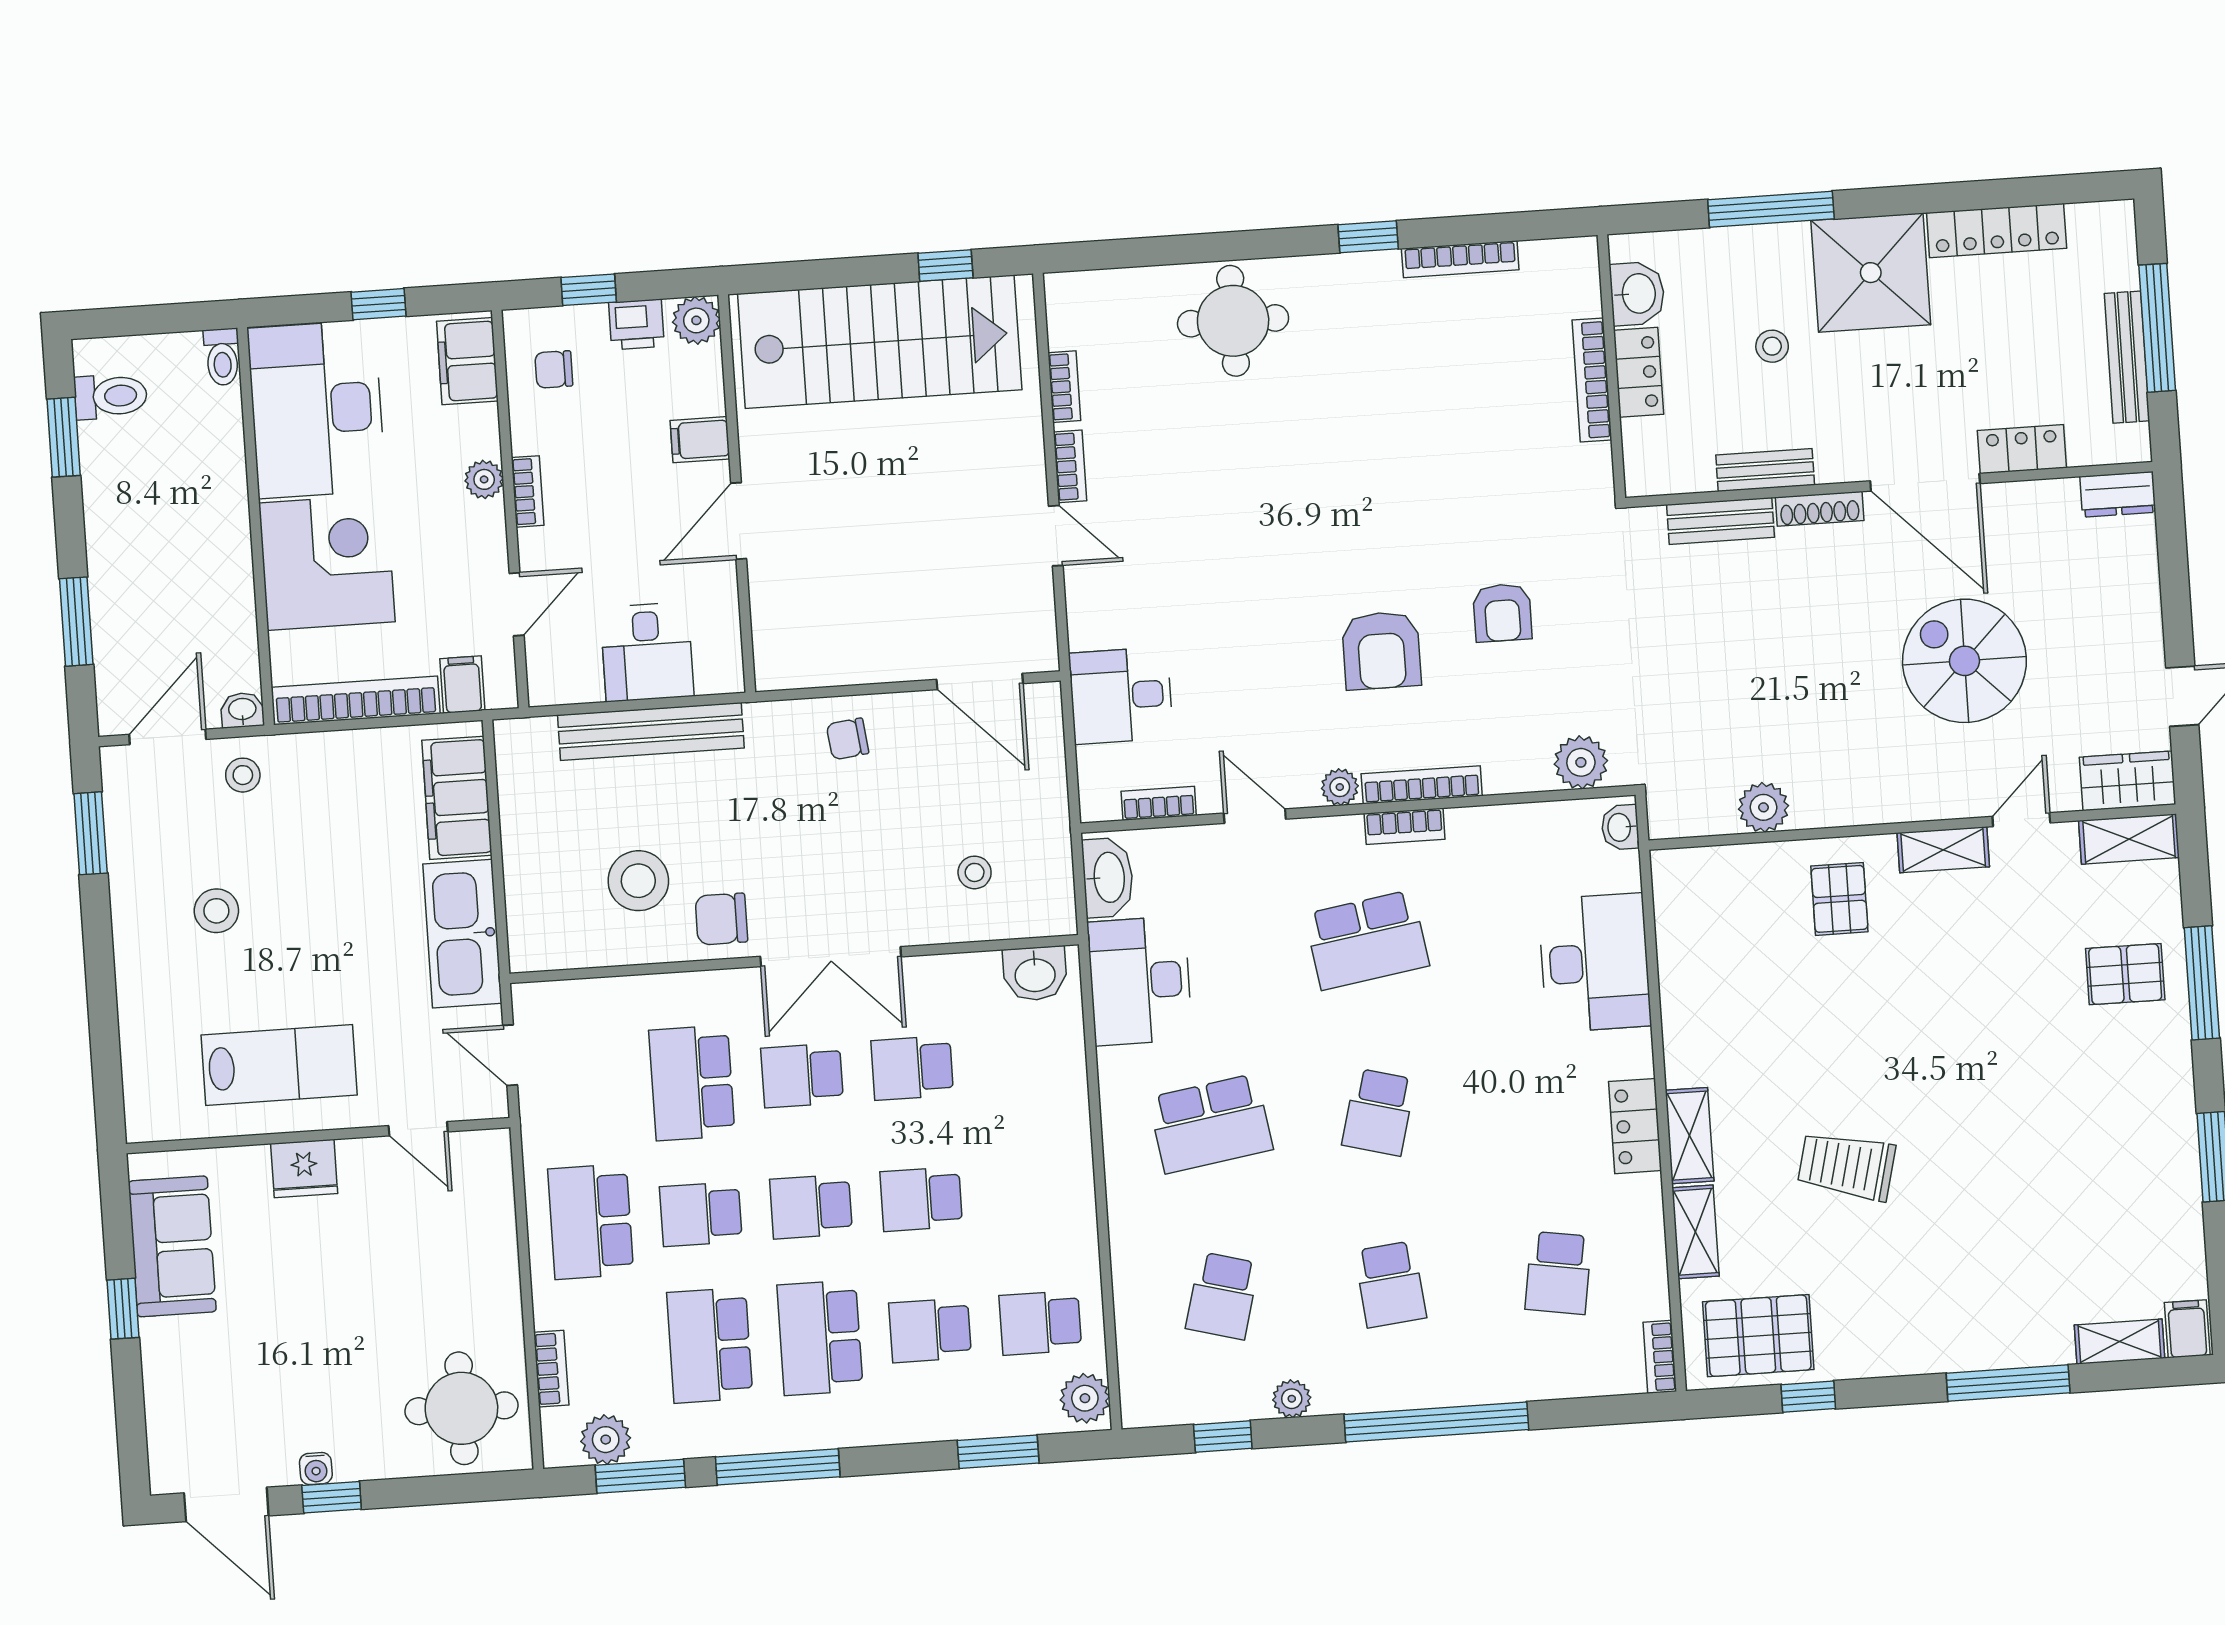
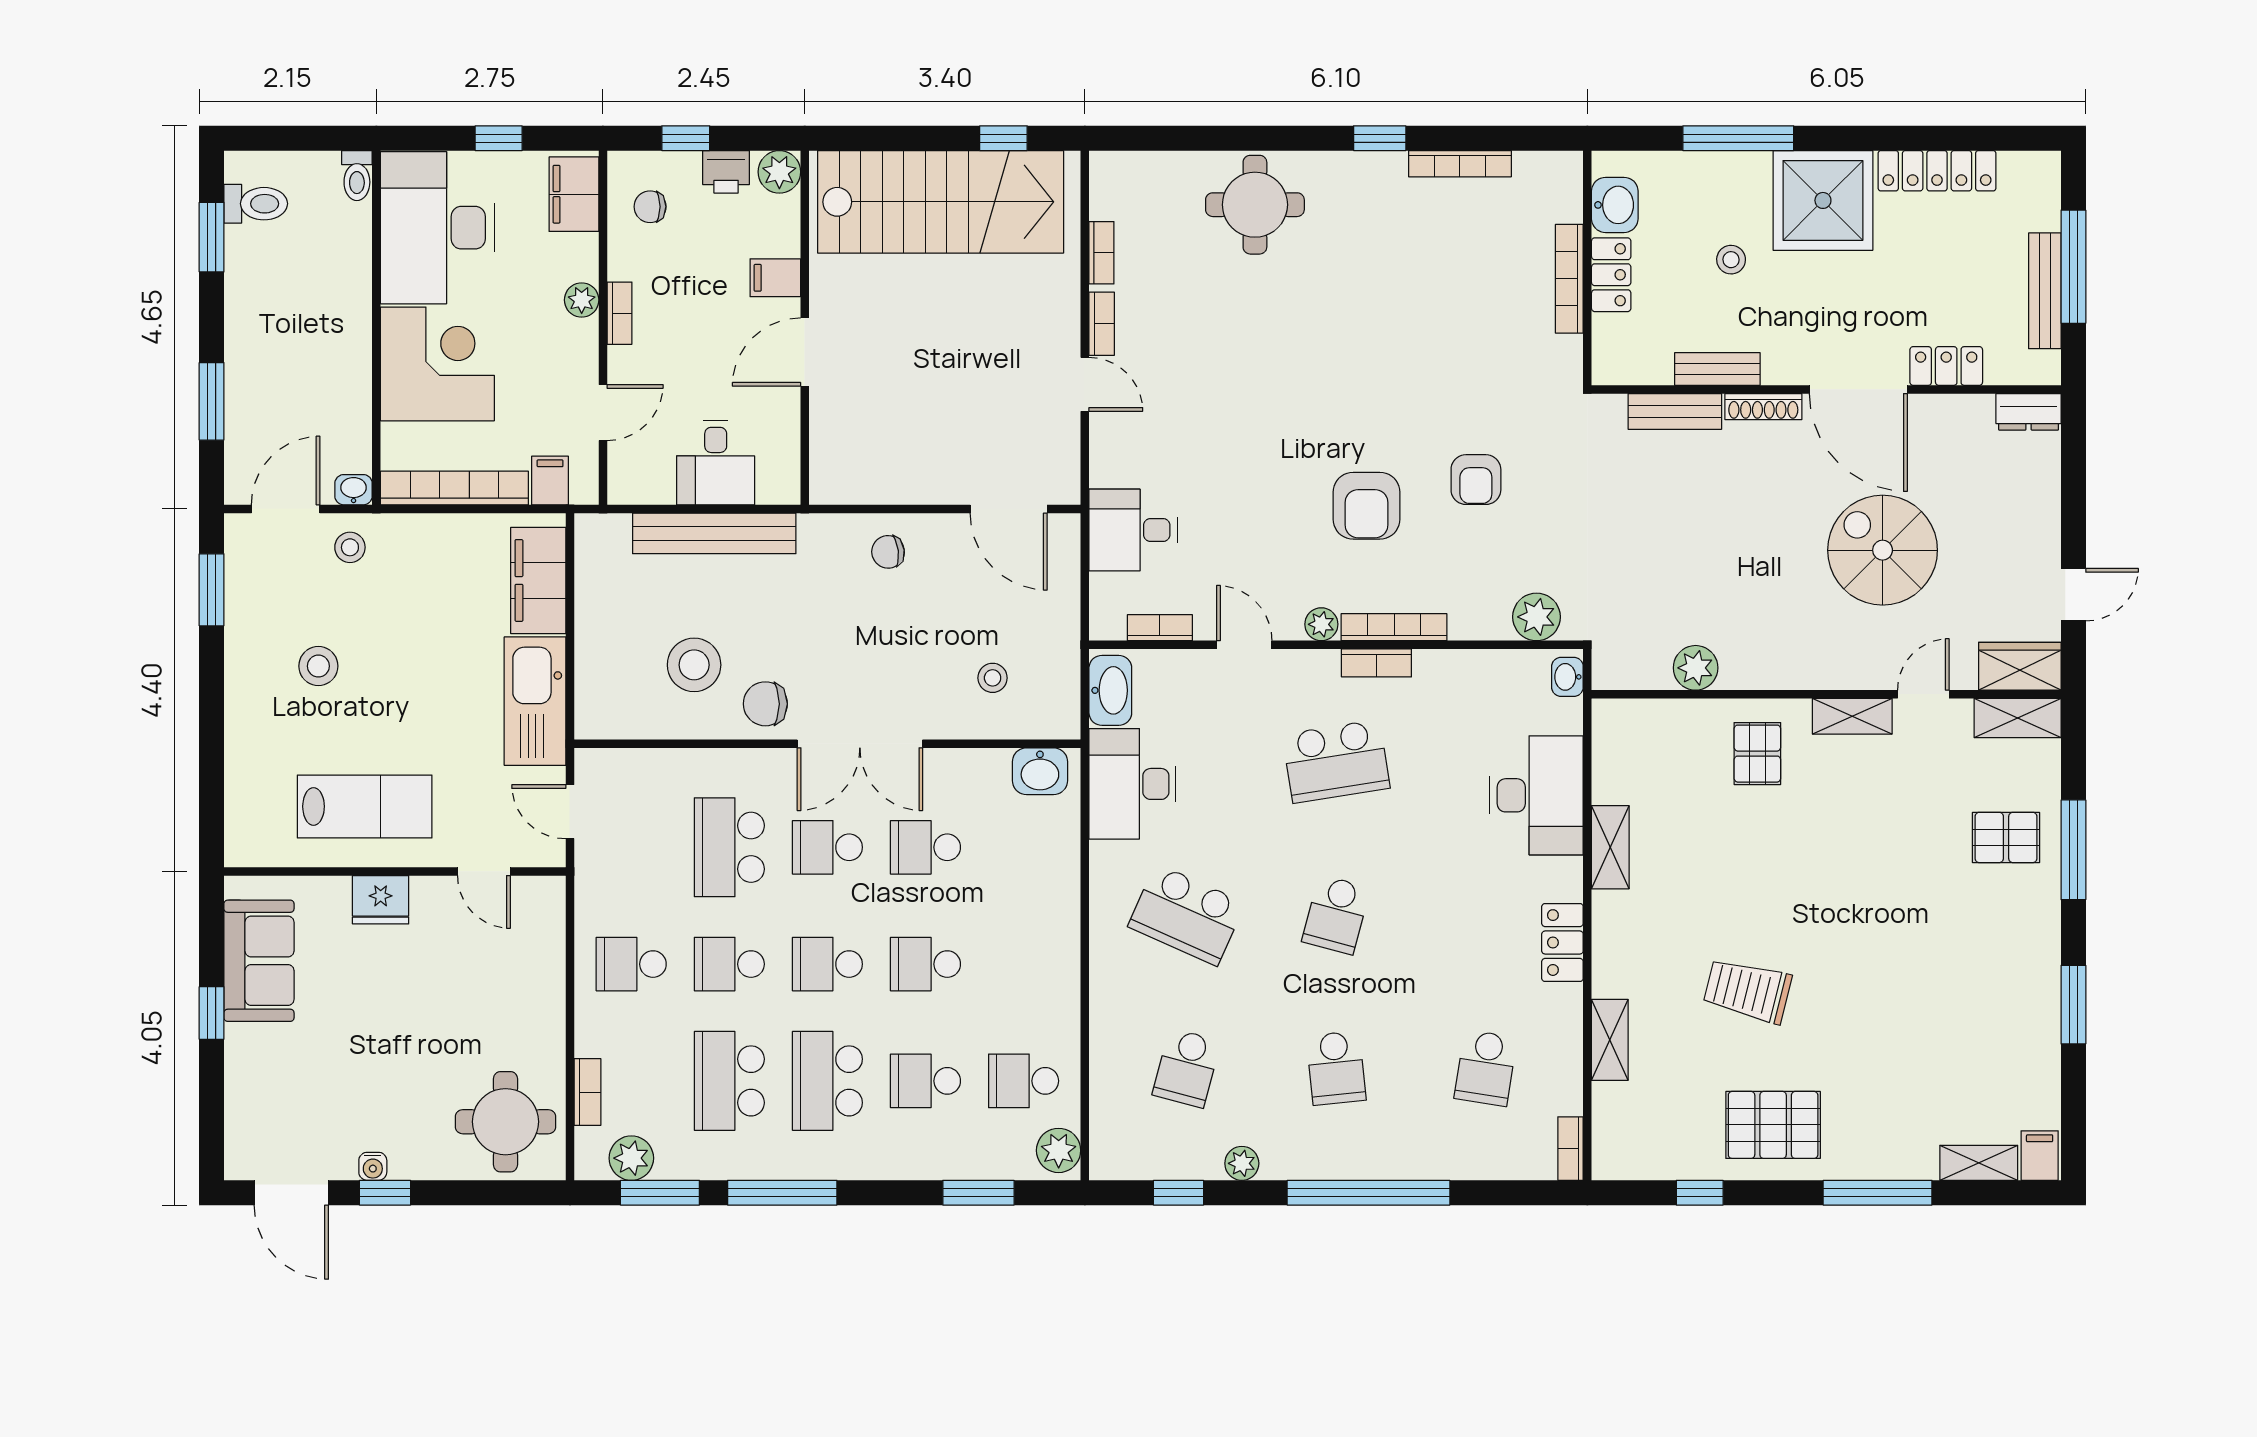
school desk: (1211, 1124) -> (1187, 915), turned 33
shelving: (1690, 1136) -> (1610, 847), moved
school desk: (591, 1222) -> (631, 964), width x0.54
pallet: (1758, 1336) -> (1773, 1125), moved

